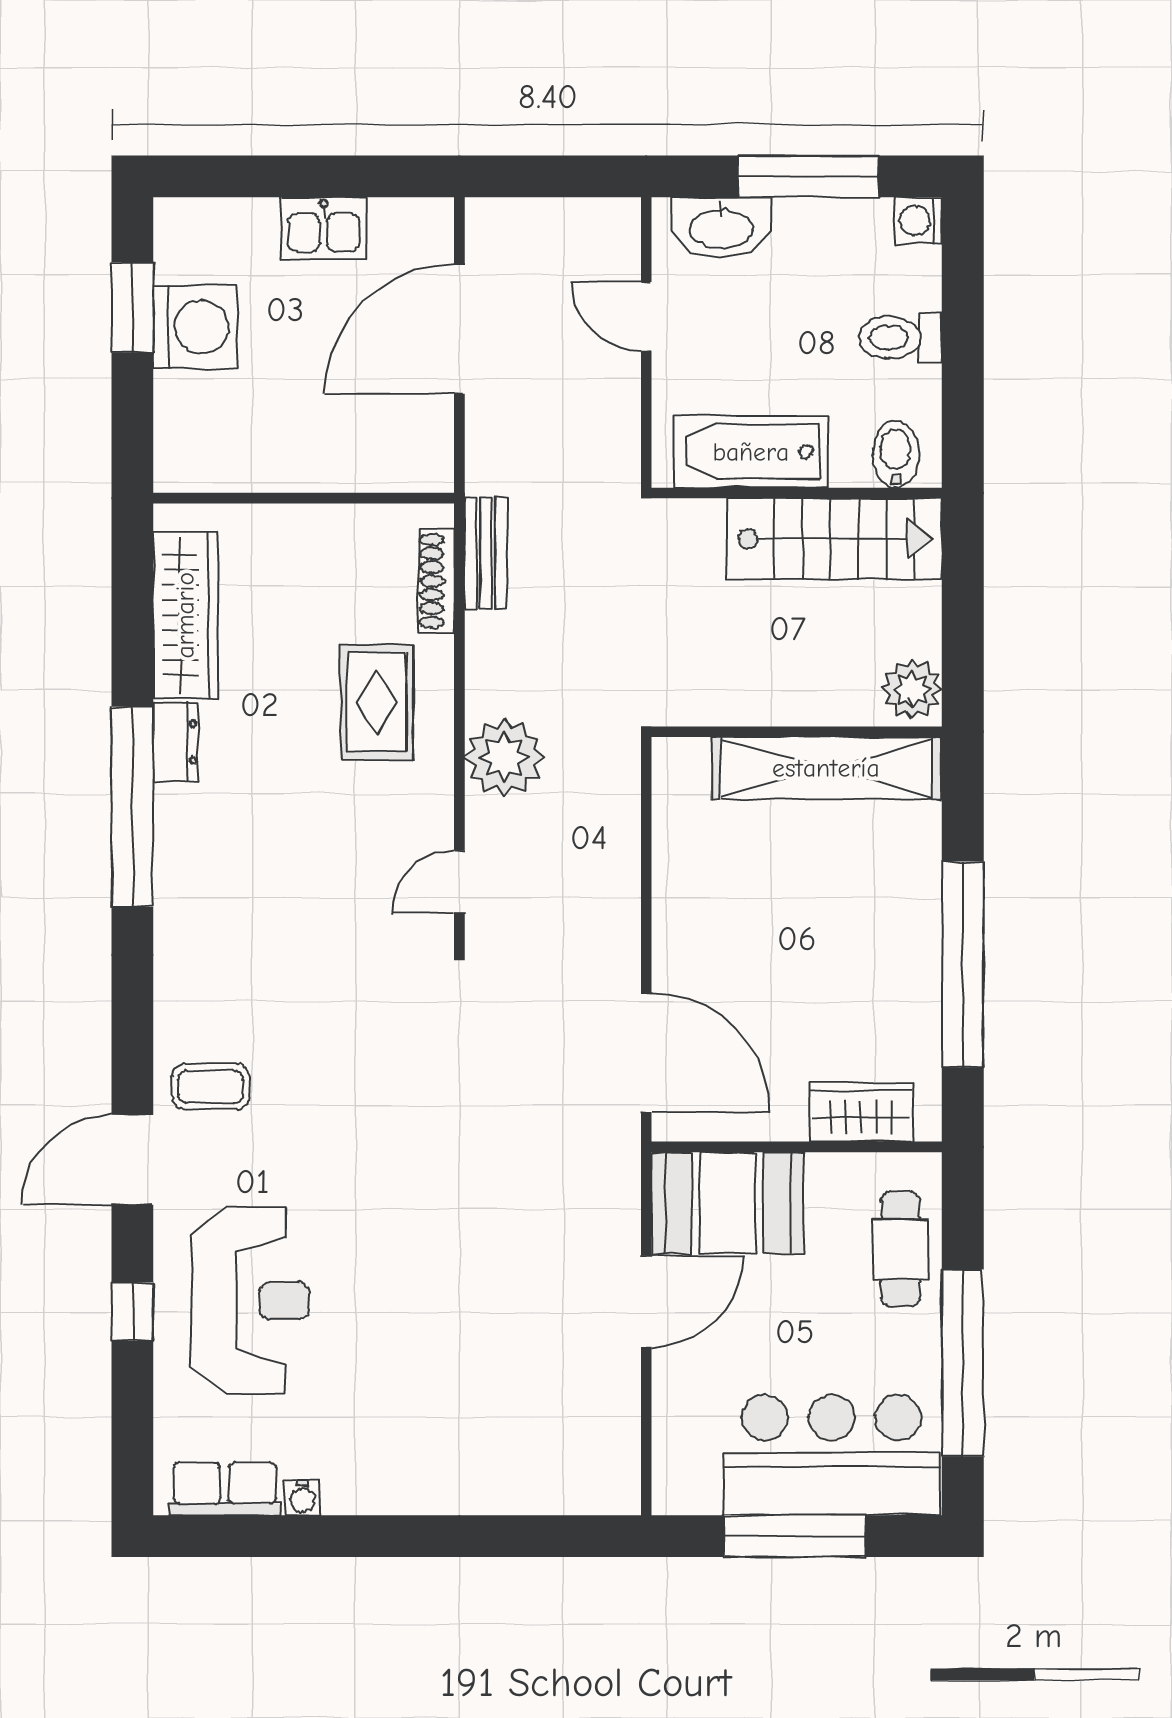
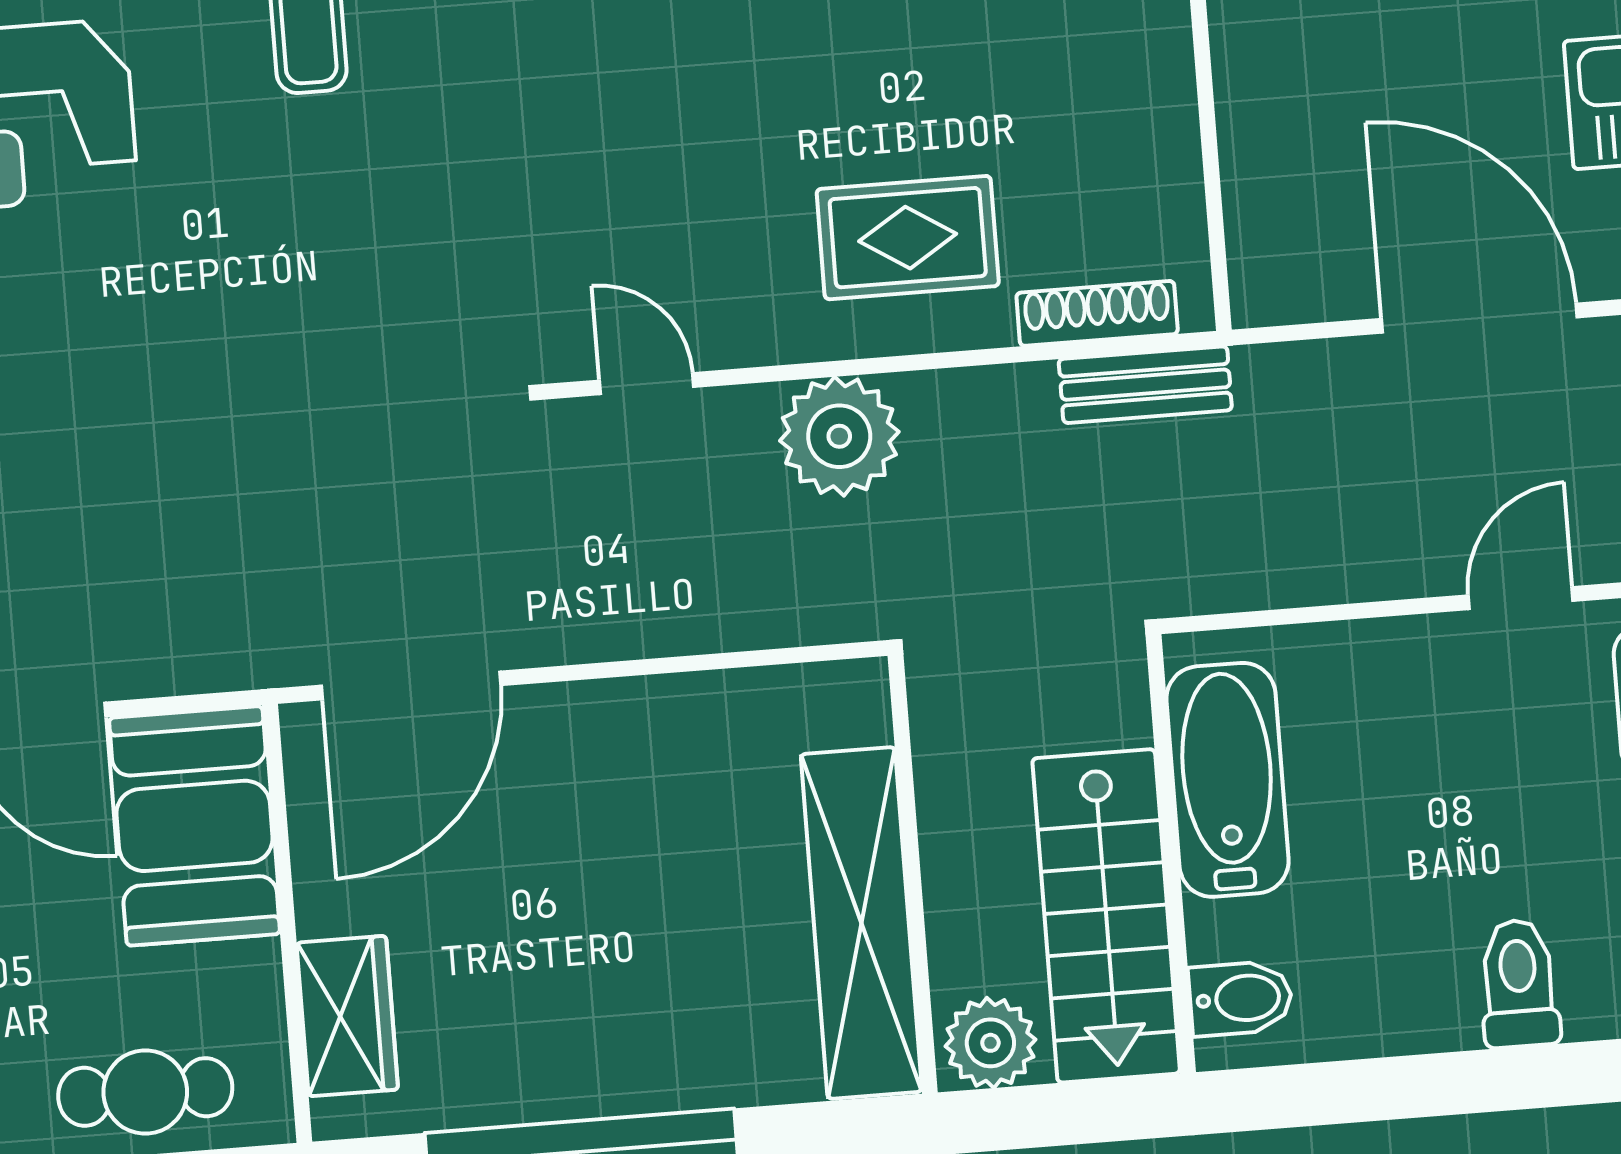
bathtub: (751, 452) -> (1227, 780), moved
bidet: (896, 454) -> (1241, 998), moved
wall: (797, 493) -> (1171, 854), moved
stairs: (834, 539) -> (1106, 916), moved

